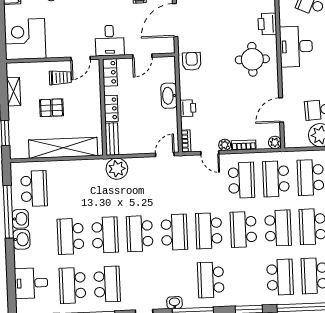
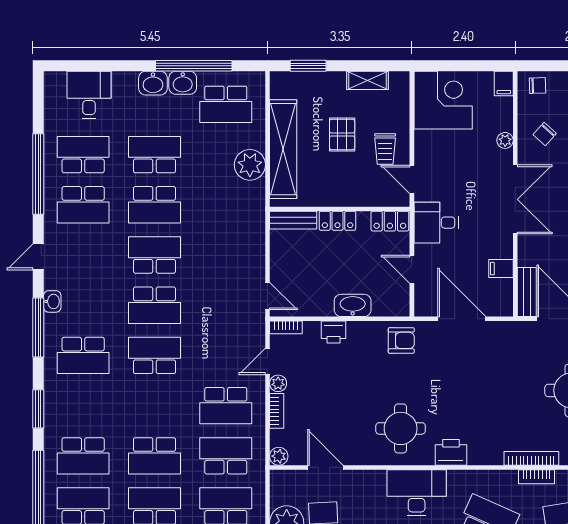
plant: (117, 169) -> (250, 165), moved
school desk: (243, 229) -> (154, 406), removed
school desk: (211, 280) -> (83, 355), turned 180

